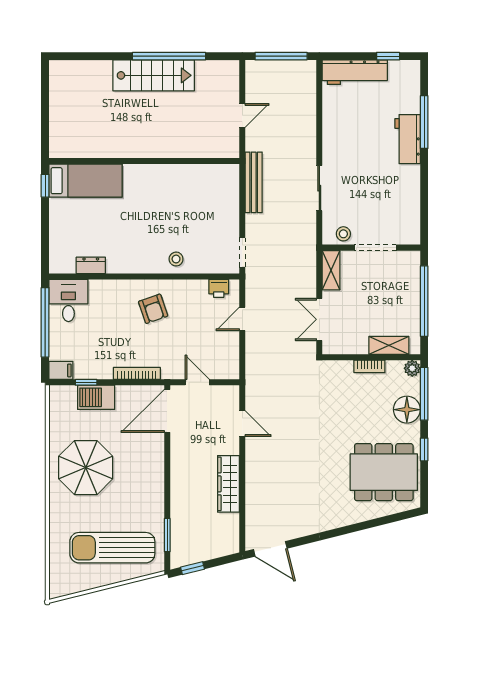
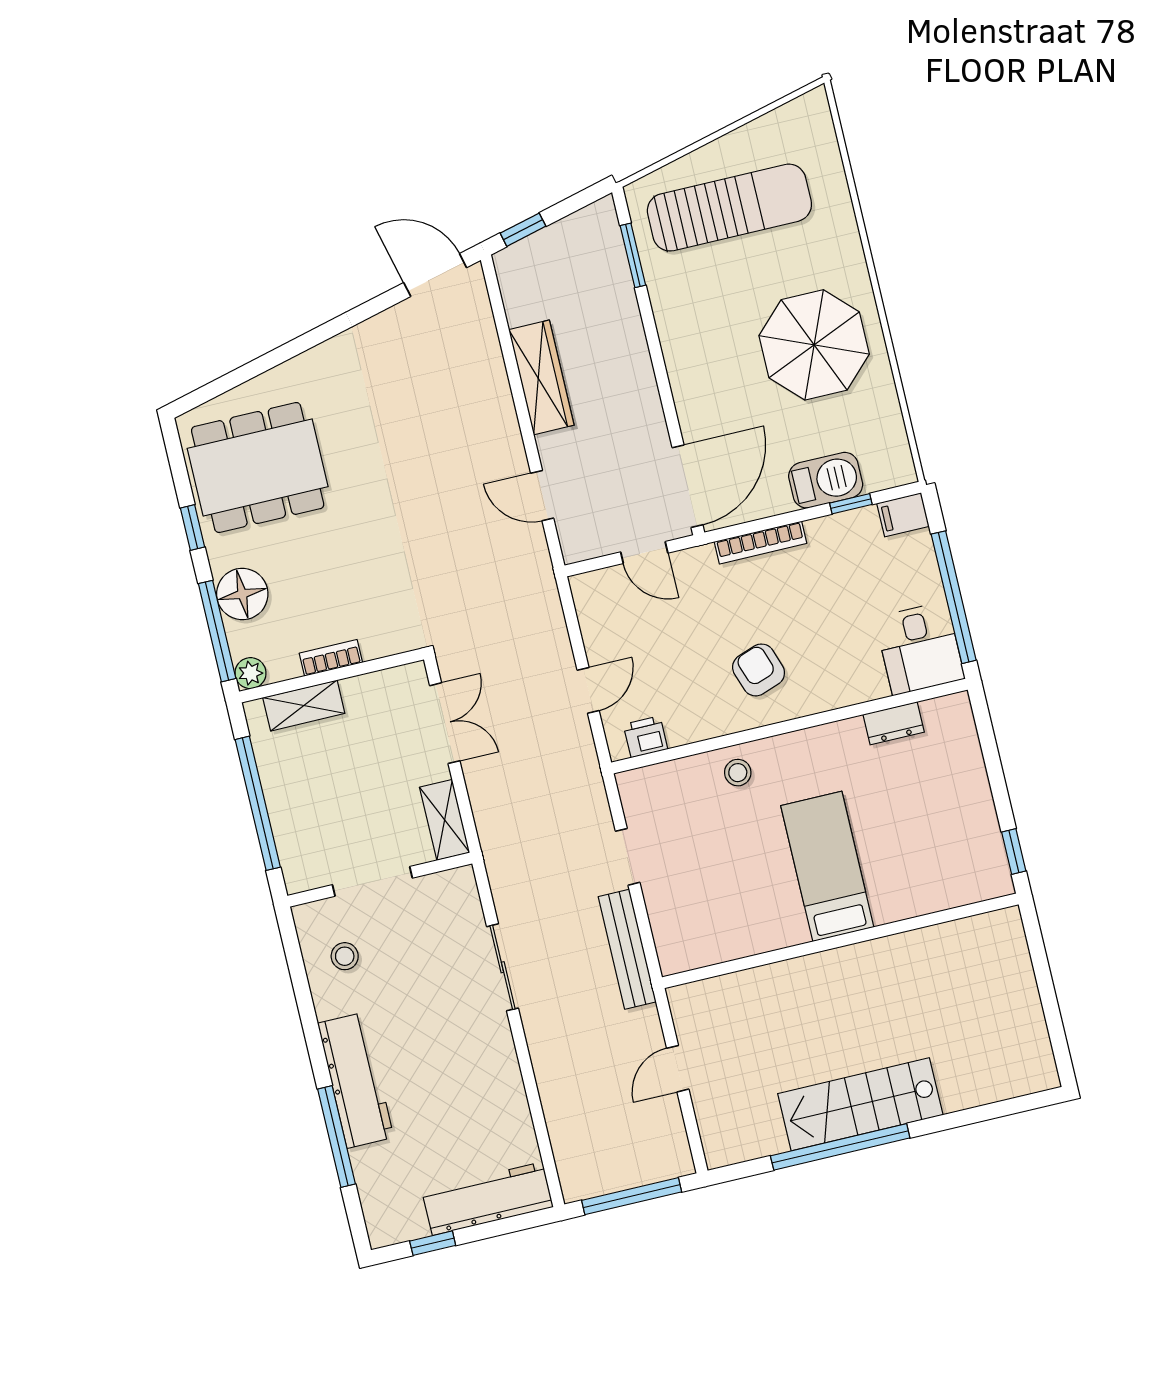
workbench: (408, 139) -> (356, 1080), width x1.38
bed: (85, 181) -> (827, 866), moved, turned 90
stool: (343, 234) -> (345, 956), moved
doorway: (242, 252) -> (628, 857), moved
window: (193, 568) -> (523, 230), moved

